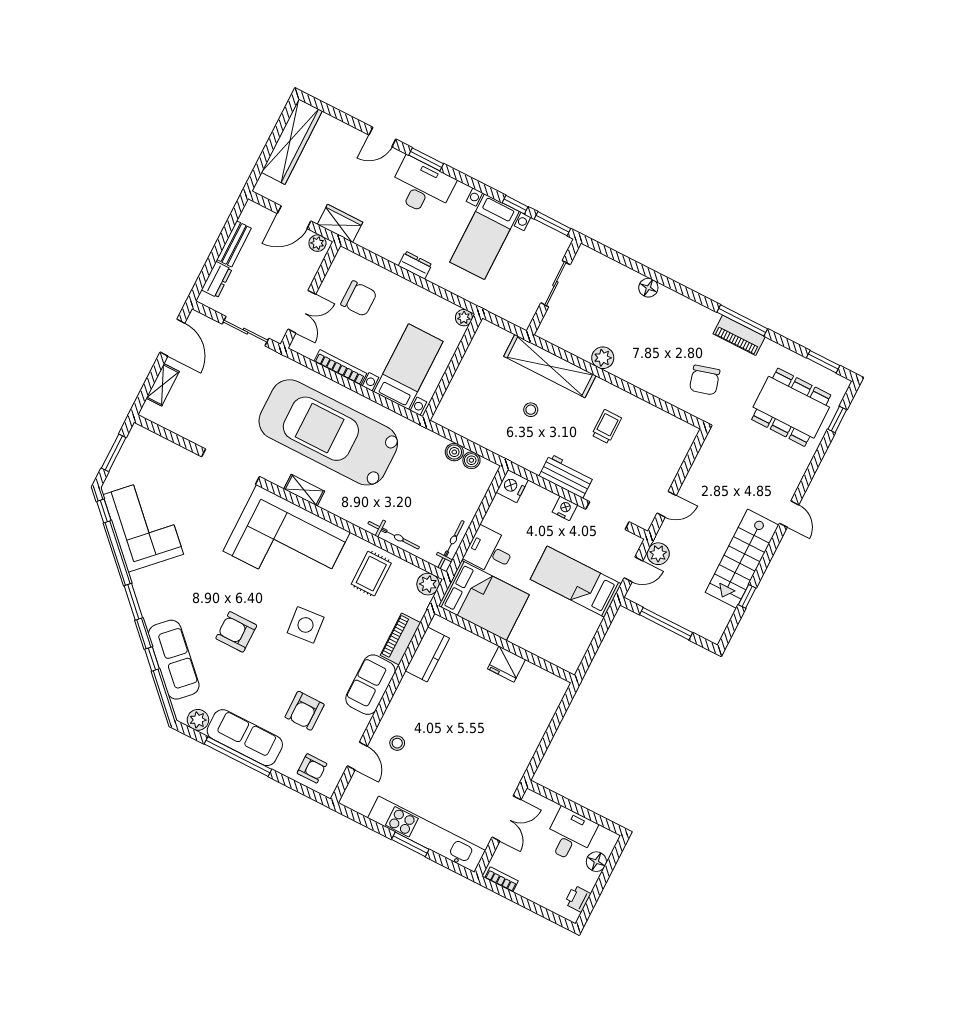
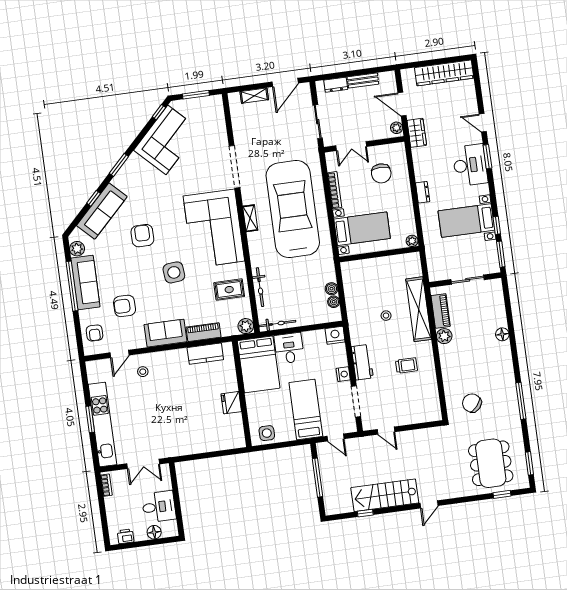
piano: (739, 335) -> (441, 311), moved, turned 180
chair: (705, 380) -> (472, 403), turned 57
plant: (658, 554) -> (354, 445), removed
side table: (572, 647) -> (267, 433), added

